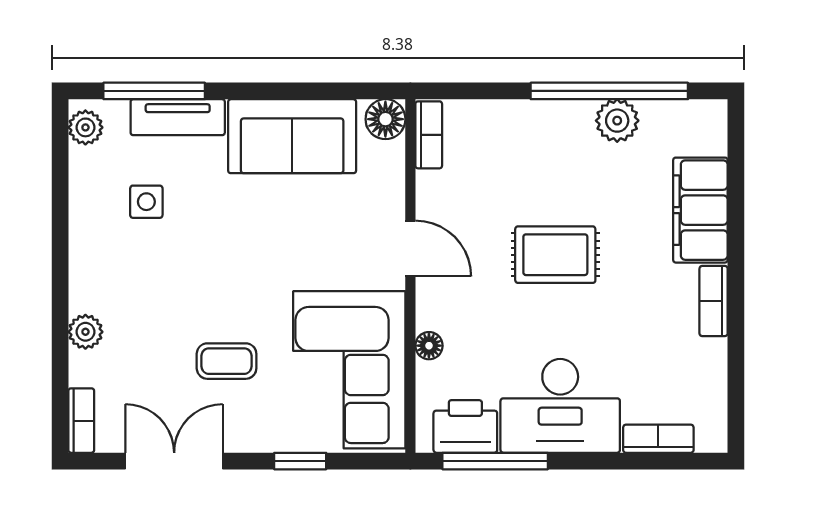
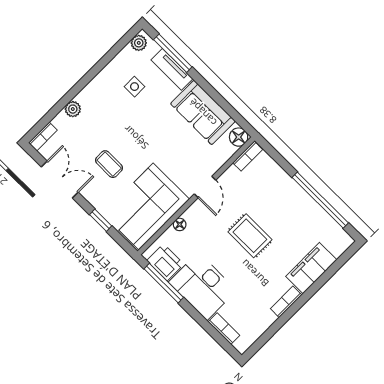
plant: (617, 121) -> (313, 212), removed

